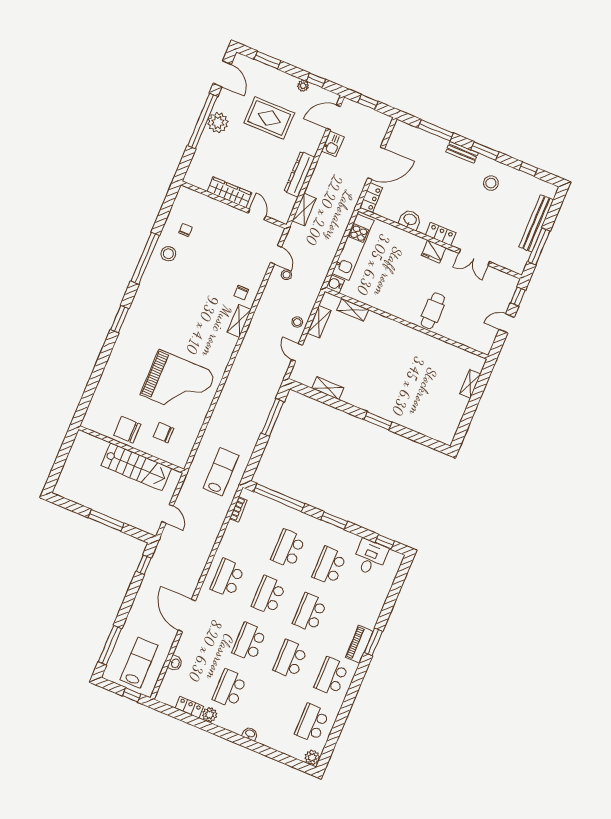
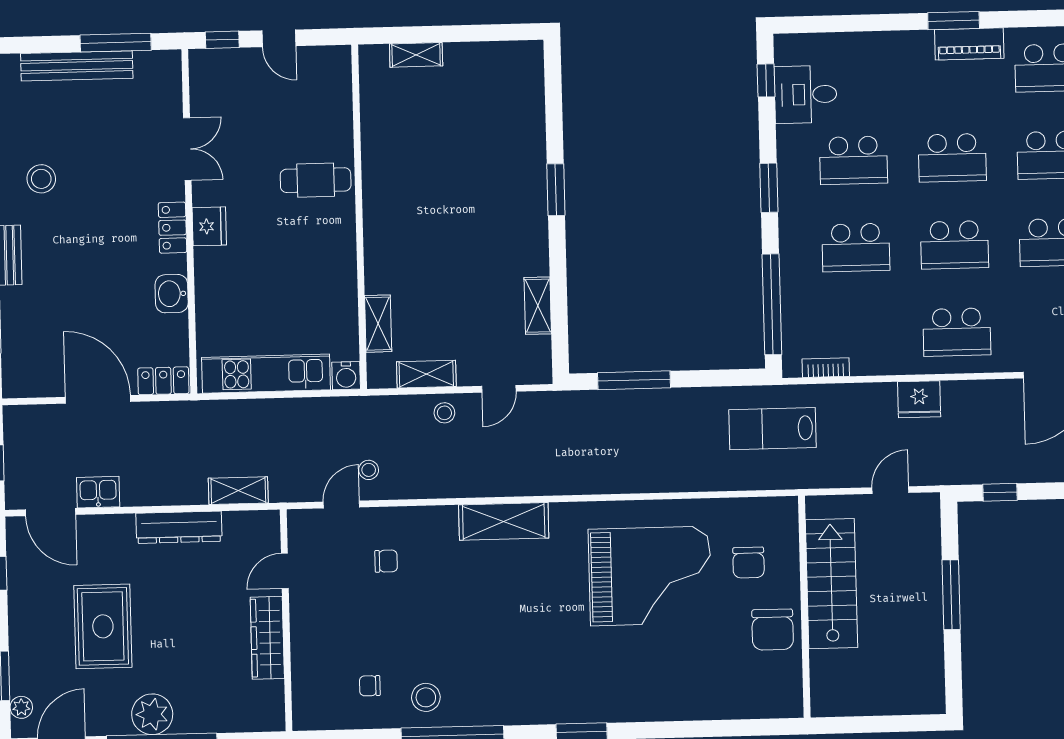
plant: (303, 86) -> (21, 707), moved
chair: (241, 293) -> (386, 561), moved
shelving: (239, 321) -> (504, 521), width x1.50, depth x1.33
grand piano: (178, 384) -> (650, 576), turned 90
fridge: (204, 546) -> (919, 399), added

